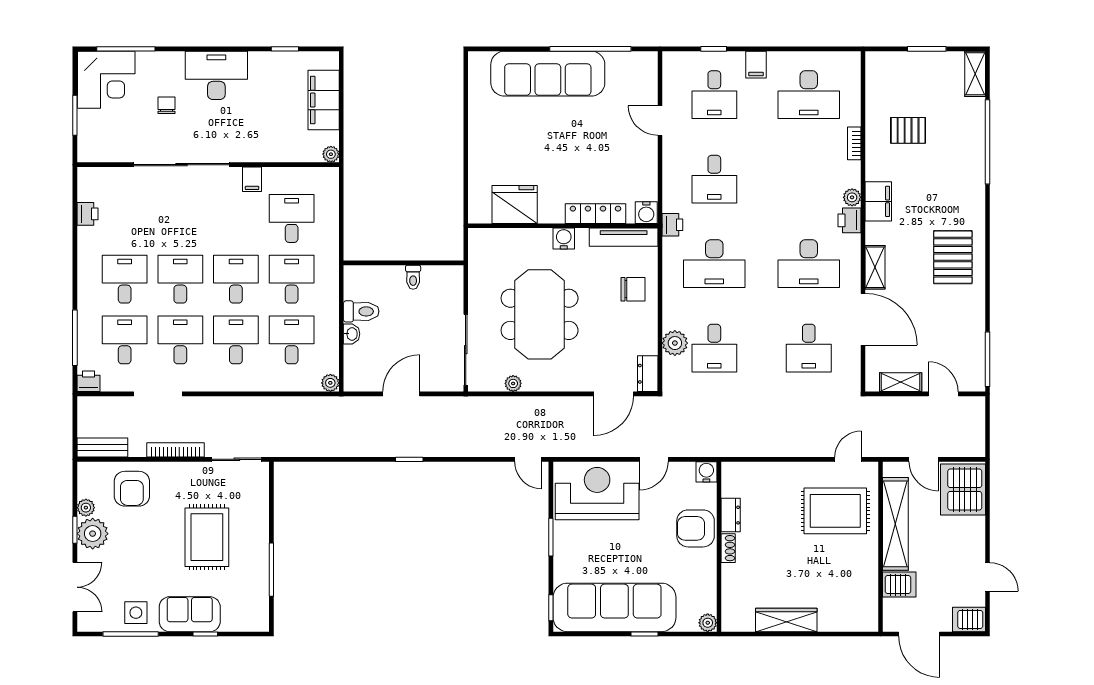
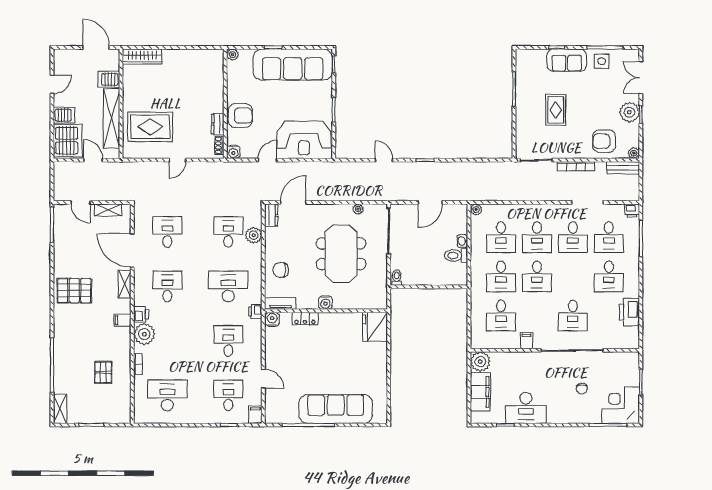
filing cabinet: (756, 65) -> (255, 415), moved
desk: (216, 75) -> (526, 408), moved
pallet: (908, 130) -> (103, 372), turned 90
plant: (331, 154) -> (480, 362), width x1.88, depth x1.88
plant: (852, 197) -> (144, 334), width x1.87, depth x1.87
filing cabinet: (878, 201) -> (122, 320), width x0.50
fridge: (515, 204) -> (375, 327), moved, turned 90
printer: (88, 214) -> (630, 312), width x1.87, depth x1.48
locker: (595, 214) -> (305, 319), width x0.66
tv unit: (624, 237) -> (280, 303), width x0.71
pallet: (953, 257) -> (74, 291), turned 90
desk: (809, 264) -> (167, 286), width x0.73
toilet: (413, 277) -> (397, 278), moved
desk: (180, 279) -> (573, 316), moved
door: (528, 459) -> (384, 160), moved
door: (848, 459) -> (177, 160), moved
armchair: (132, 489) -> (604, 141), turned -90
plant: (86, 508) -> (634, 153), moved
rug: (207, 537) -> (556, 110), width x0.73, depth x0.70
shoe rack: (728, 548) -> (219, 145), moved
door: (987, 577) -> (52, 84), swing flipped
server rack: (969, 619) -> (64, 115), moved
wardrobe: (786, 620) -> (142, 56), moved

